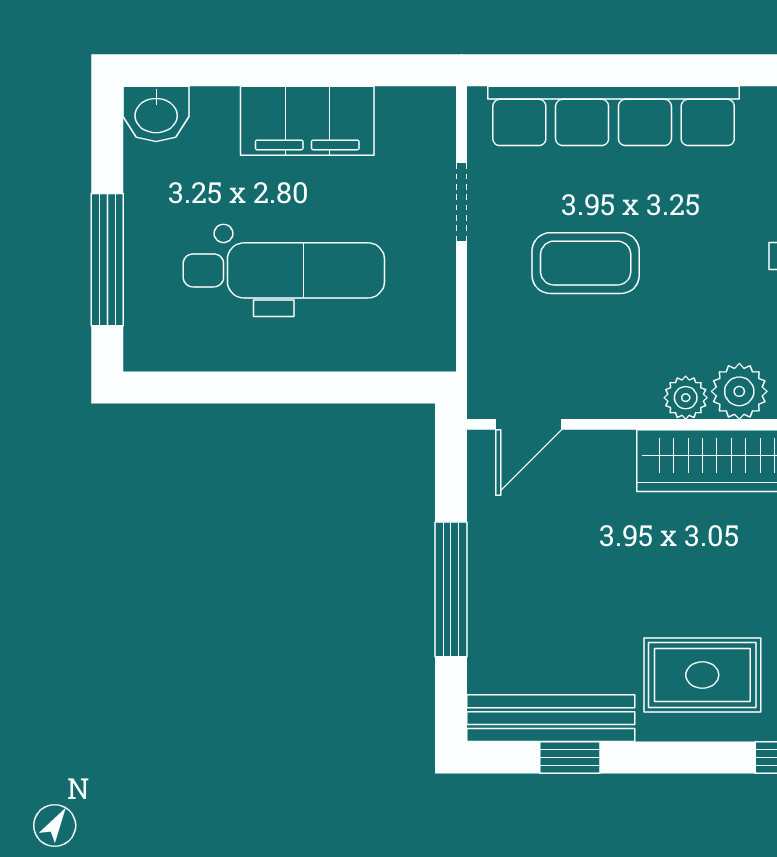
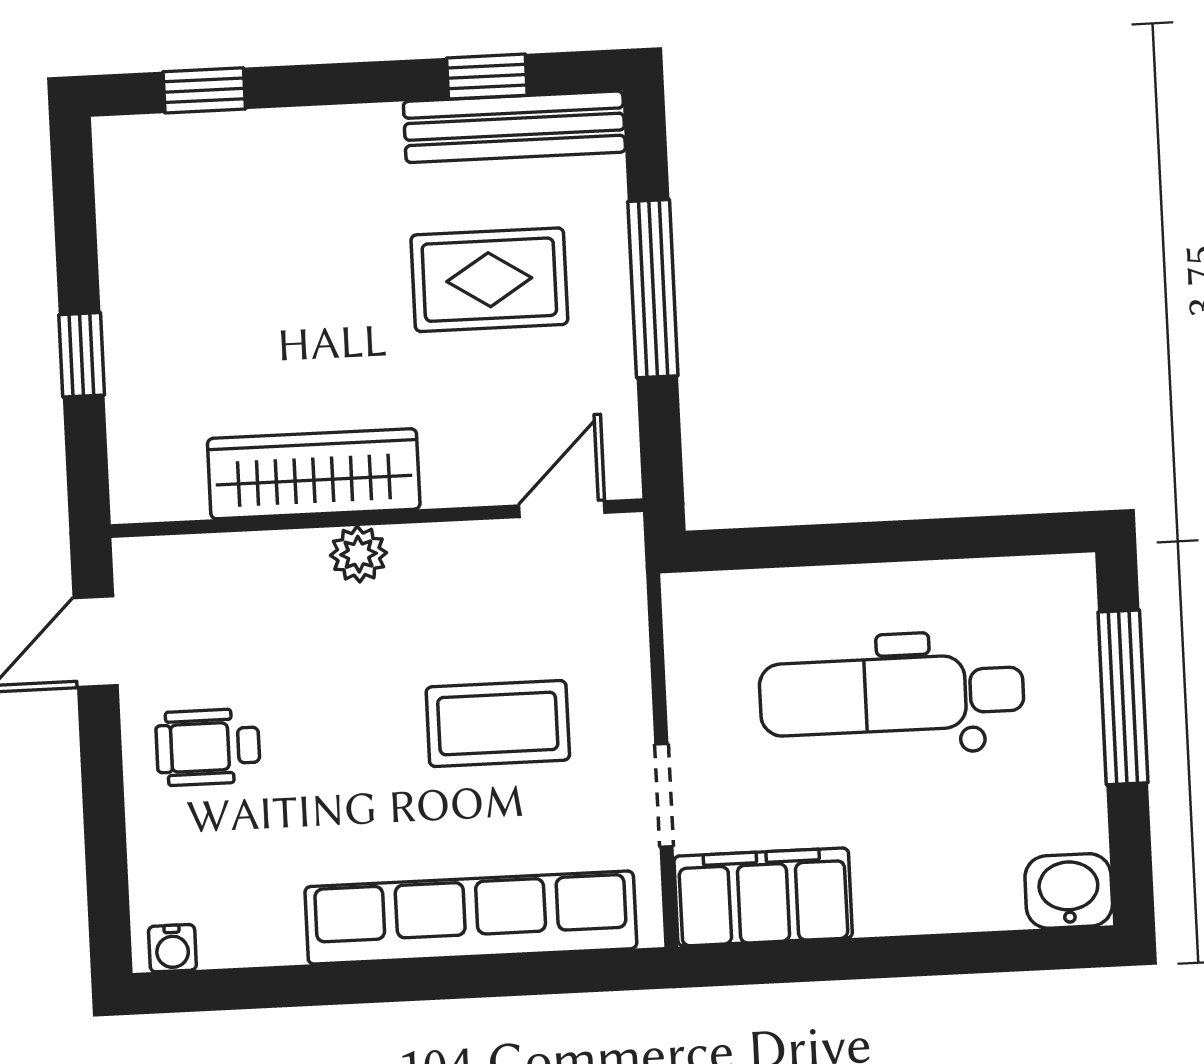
filing cabinet: (307, 121) -> (763, 897), moved
plant: (739, 391) -> (289, 566), removed
rug: (702, 675) -> (489, 280), moved

